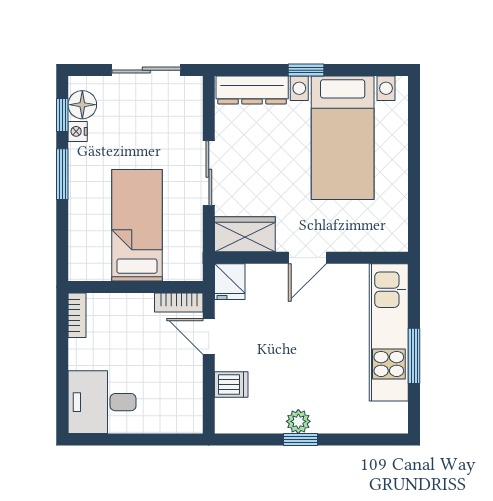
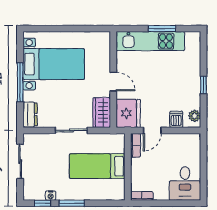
window: (306, 70) -> (20, 82), width x2.17
dresser: (252, 90) -> (30, 114), width x0.70
floor lamp: (82, 105) -> (37, 193), removed
fridge: (230, 282) -> (128, 113), width x1.88, depth x1.34
plant: (298, 421) -> (195, 116), moved

